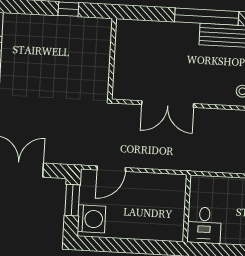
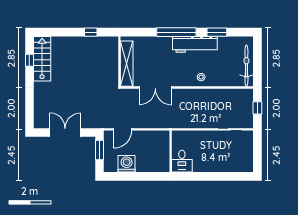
shelving: (124, 63) -> (127, 64), added
washing machine: (92, 219) -> (127, 164), moved, turned -90

